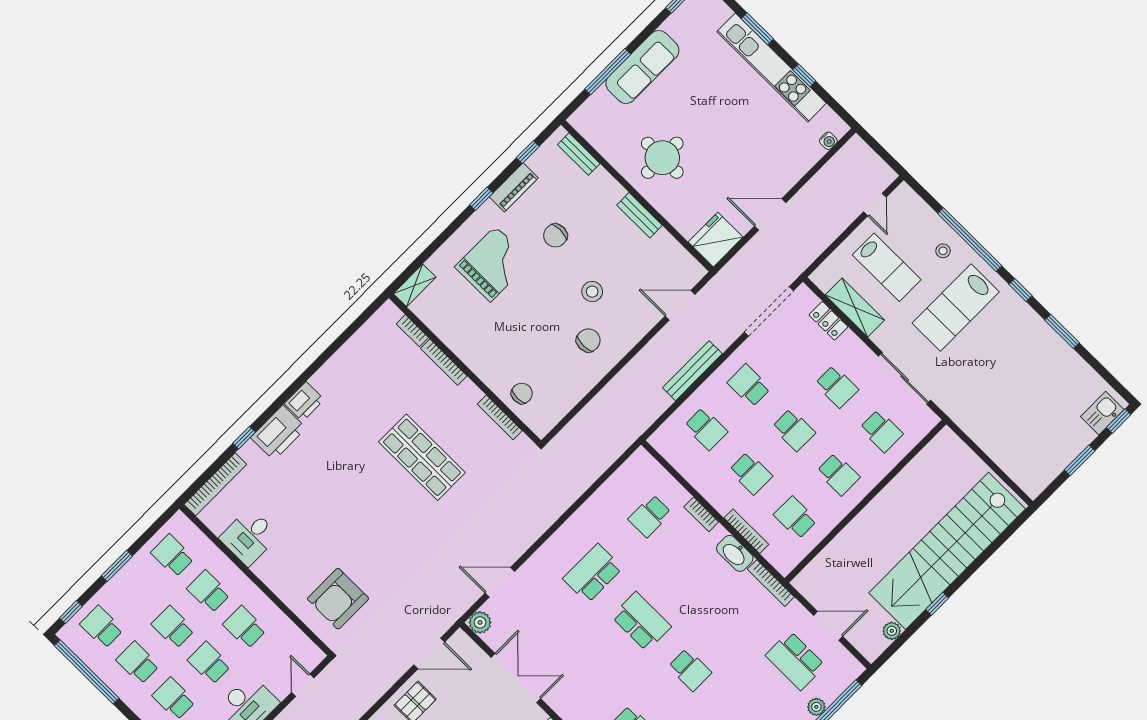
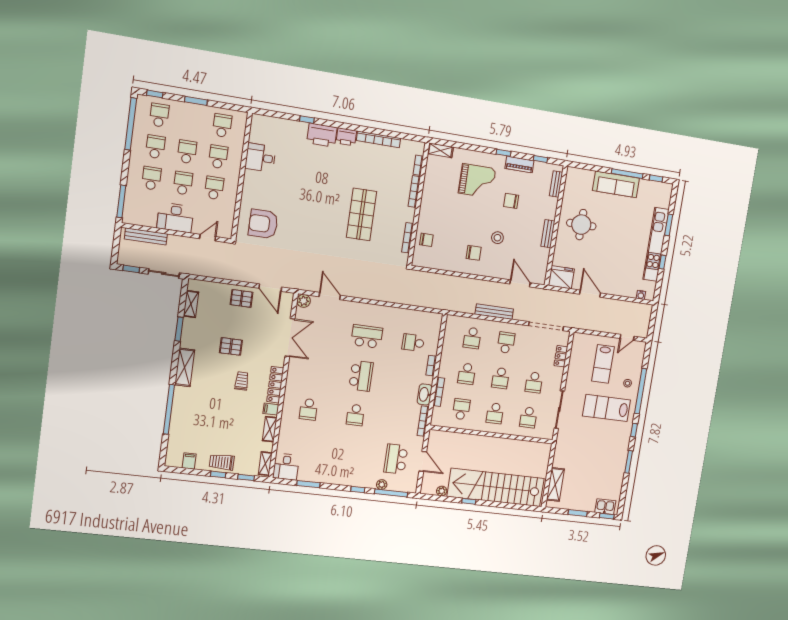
window: (608, 72) -> (627, 174), moved
shelving: (855, 308) -> (555, 484), moved
bookcase: (215, 484) -> (378, 139), moved

